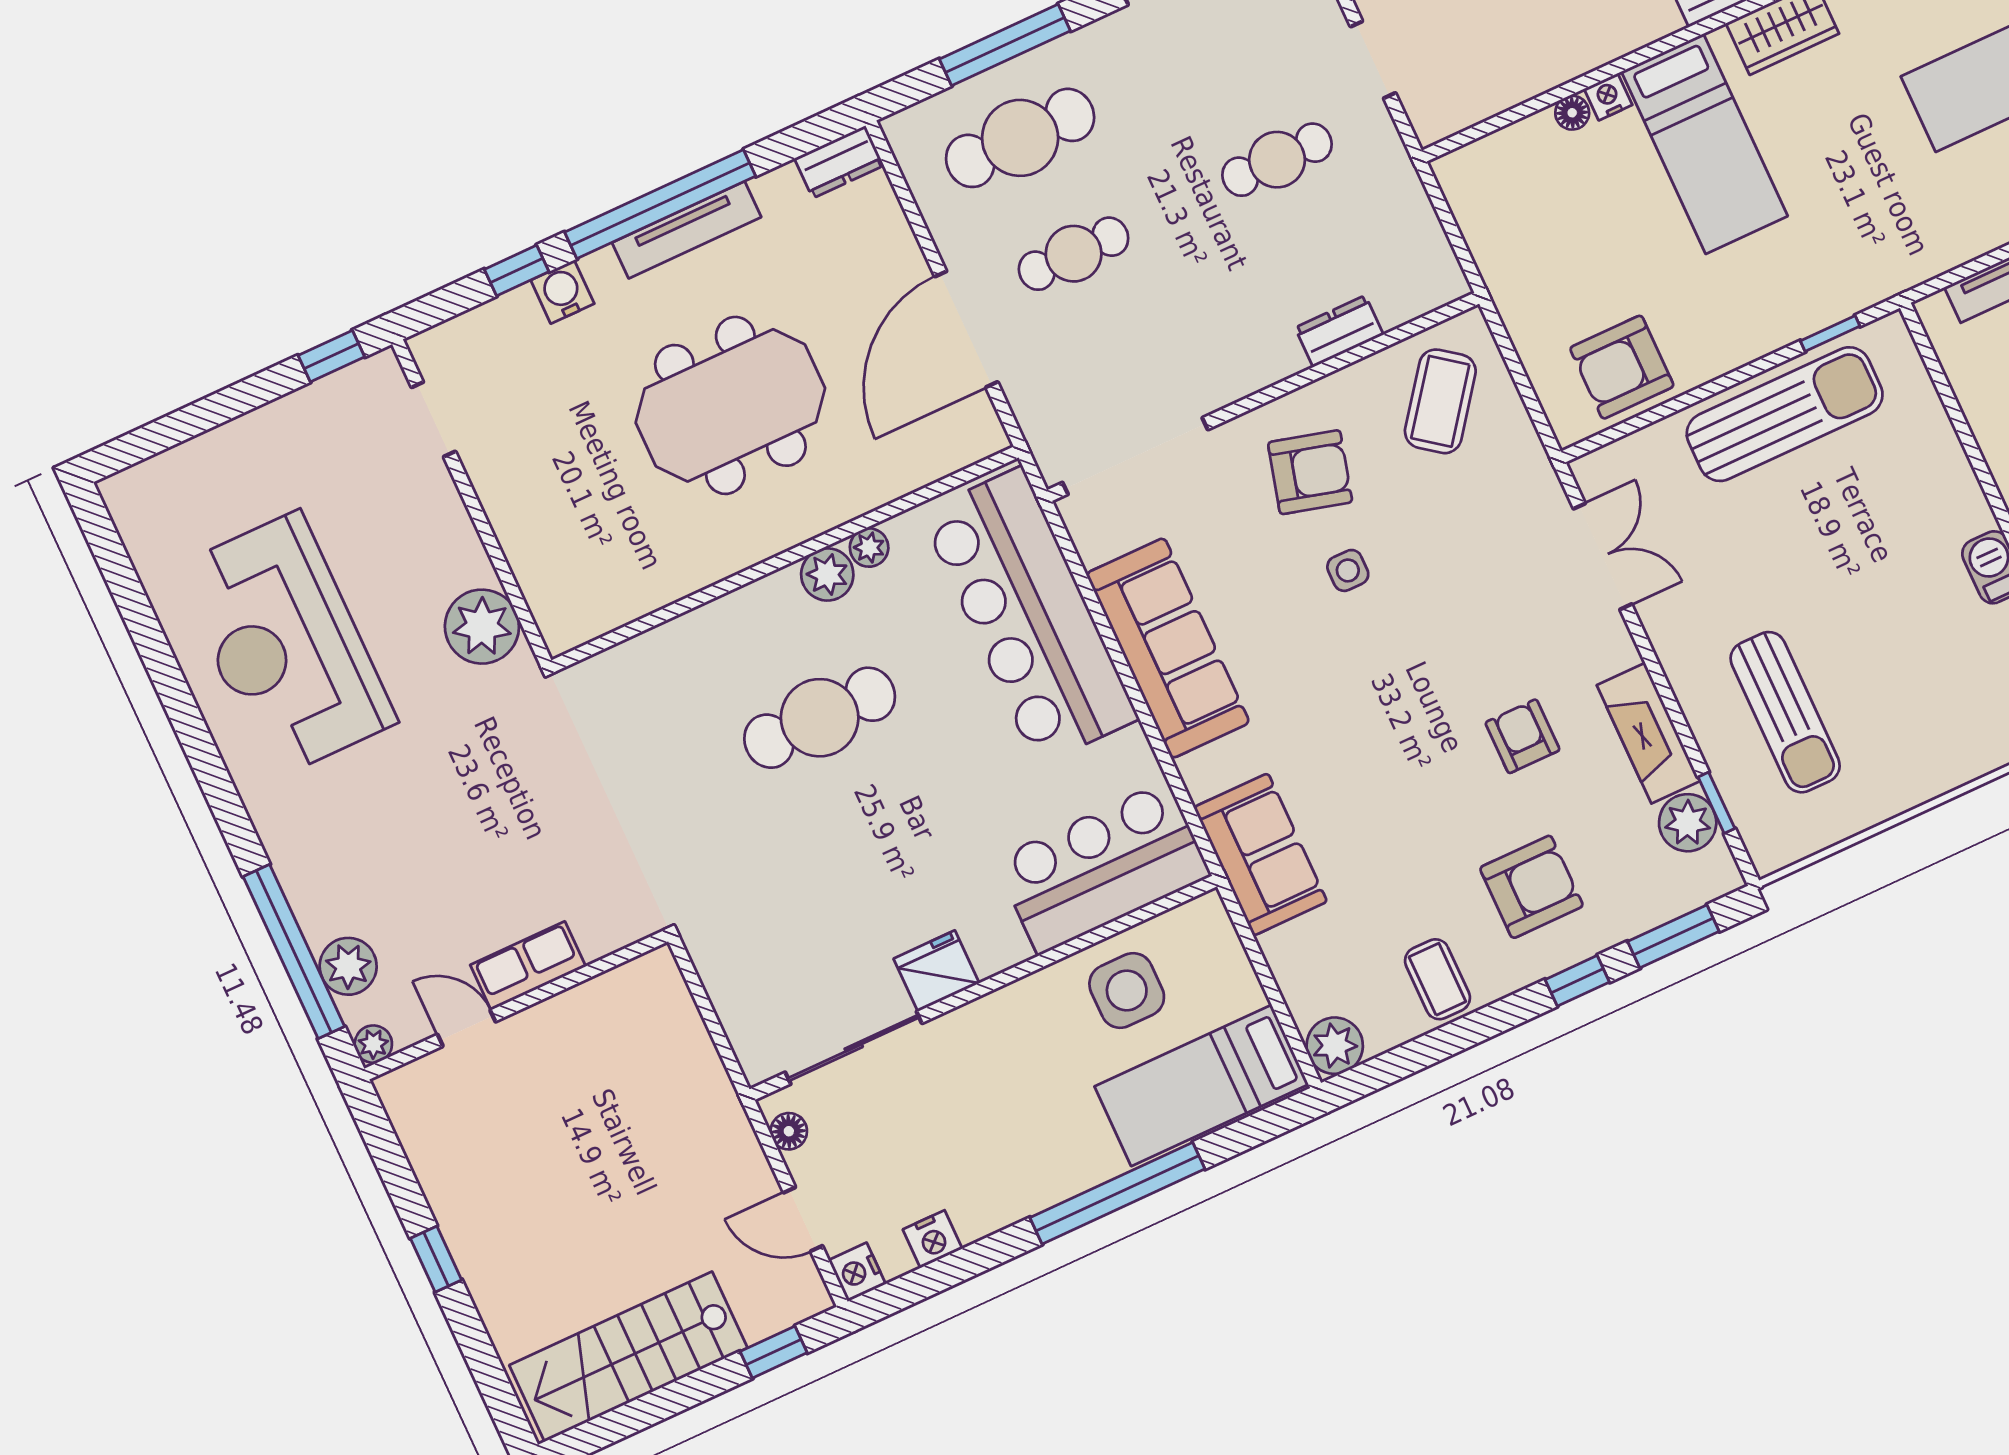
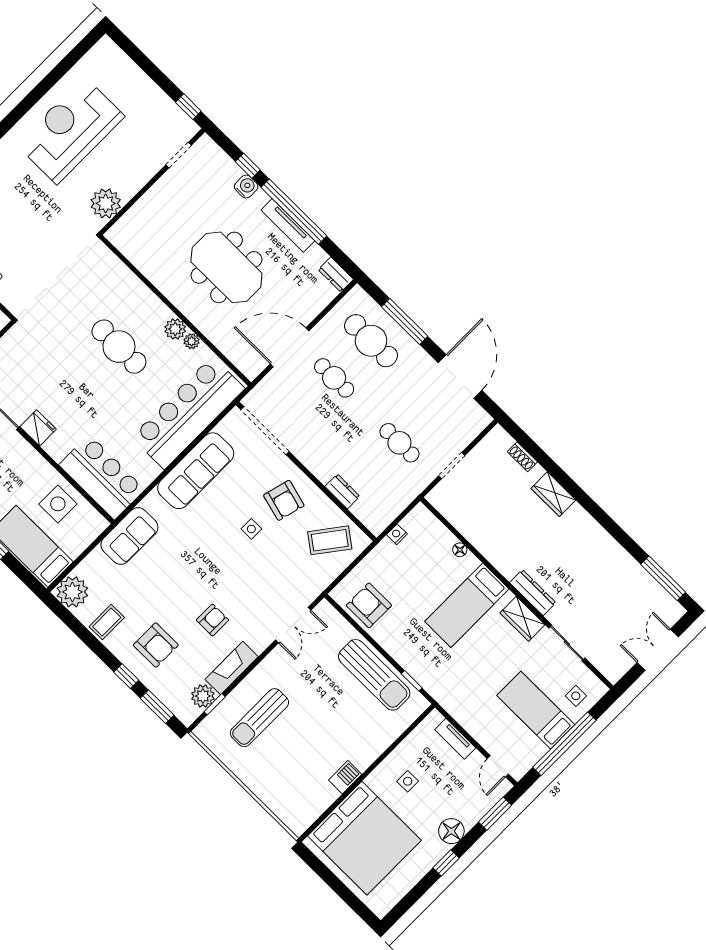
nightstand: (1608, 97) -> (397, 534), moved, turned -90
plant: (1335, 1046) -> (72, 592), width x1.36, depth x1.36

